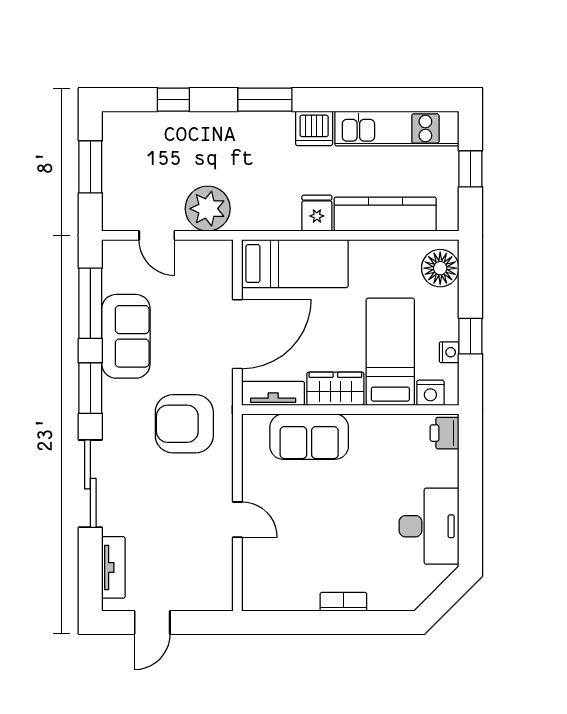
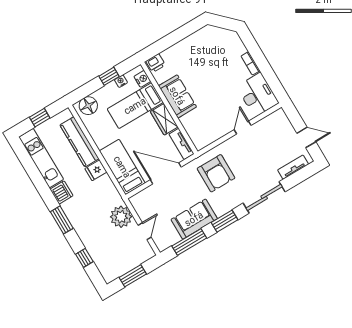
sofa: (309, 437) -> (177, 96), moved
desk: (429, 526) -> (258, 95), moved, turned 90

